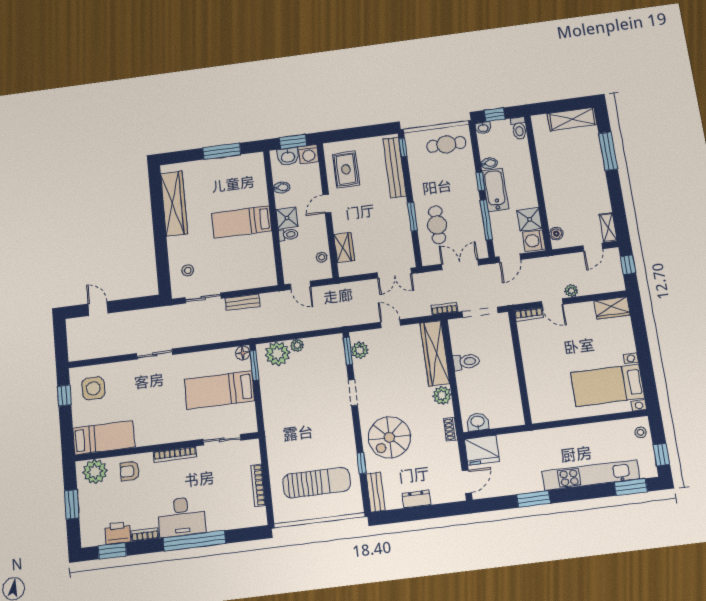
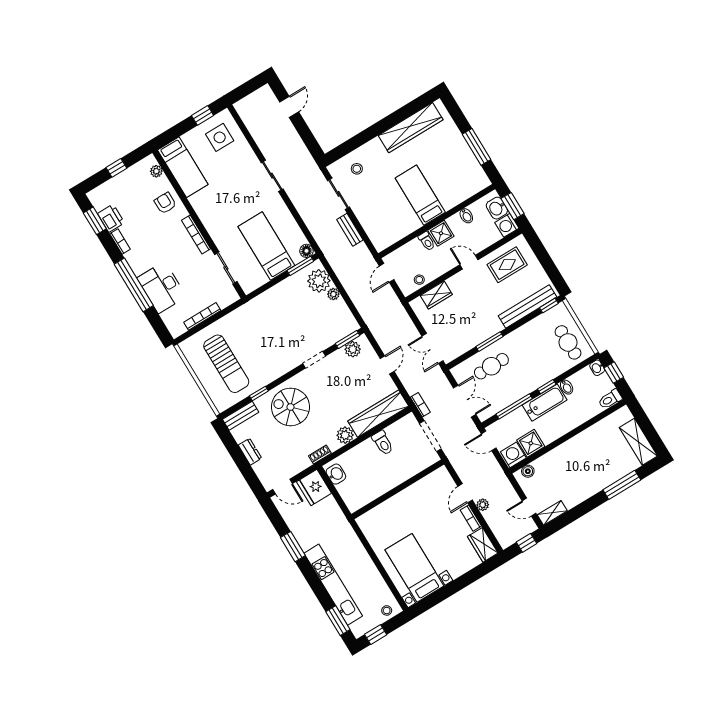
bookcase: (529, 314) -> (471, 518), moved
plant: (95, 471) -> (156, 171), width x0.53, depth x0.53
window: (72, 504) -> (116, 168), width x0.67
desk: (182, 517) -> (162, 287), moved

